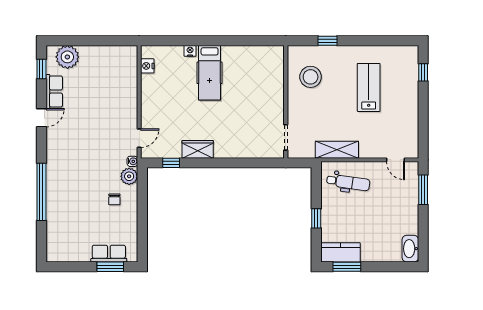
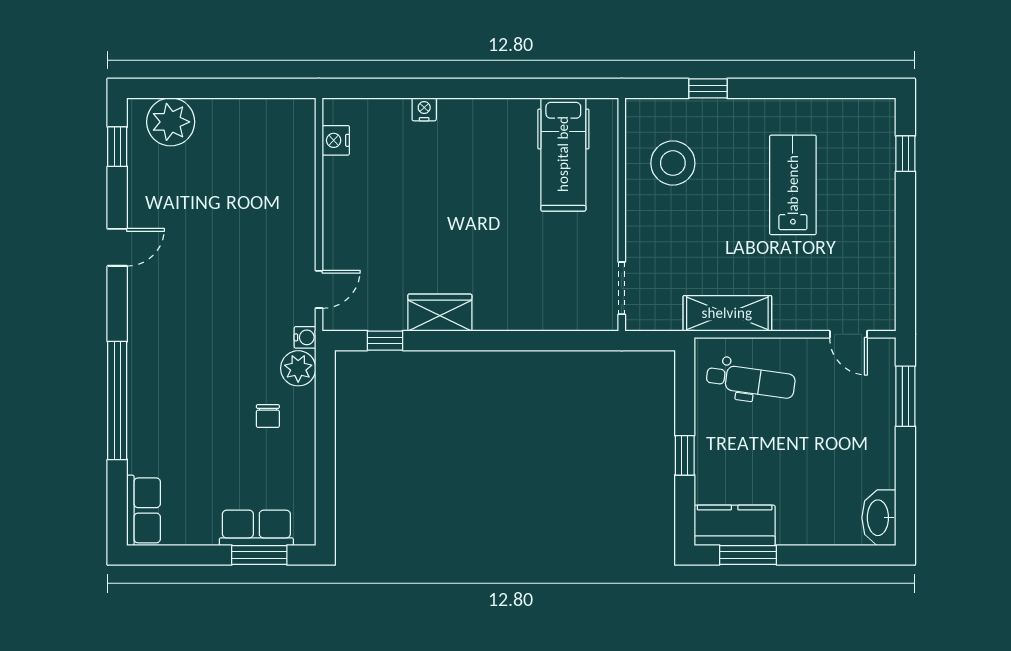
hospital bed: (210, 73) -> (563, 154), moved
row of seats: (54, 91) -> (143, 510), moved

